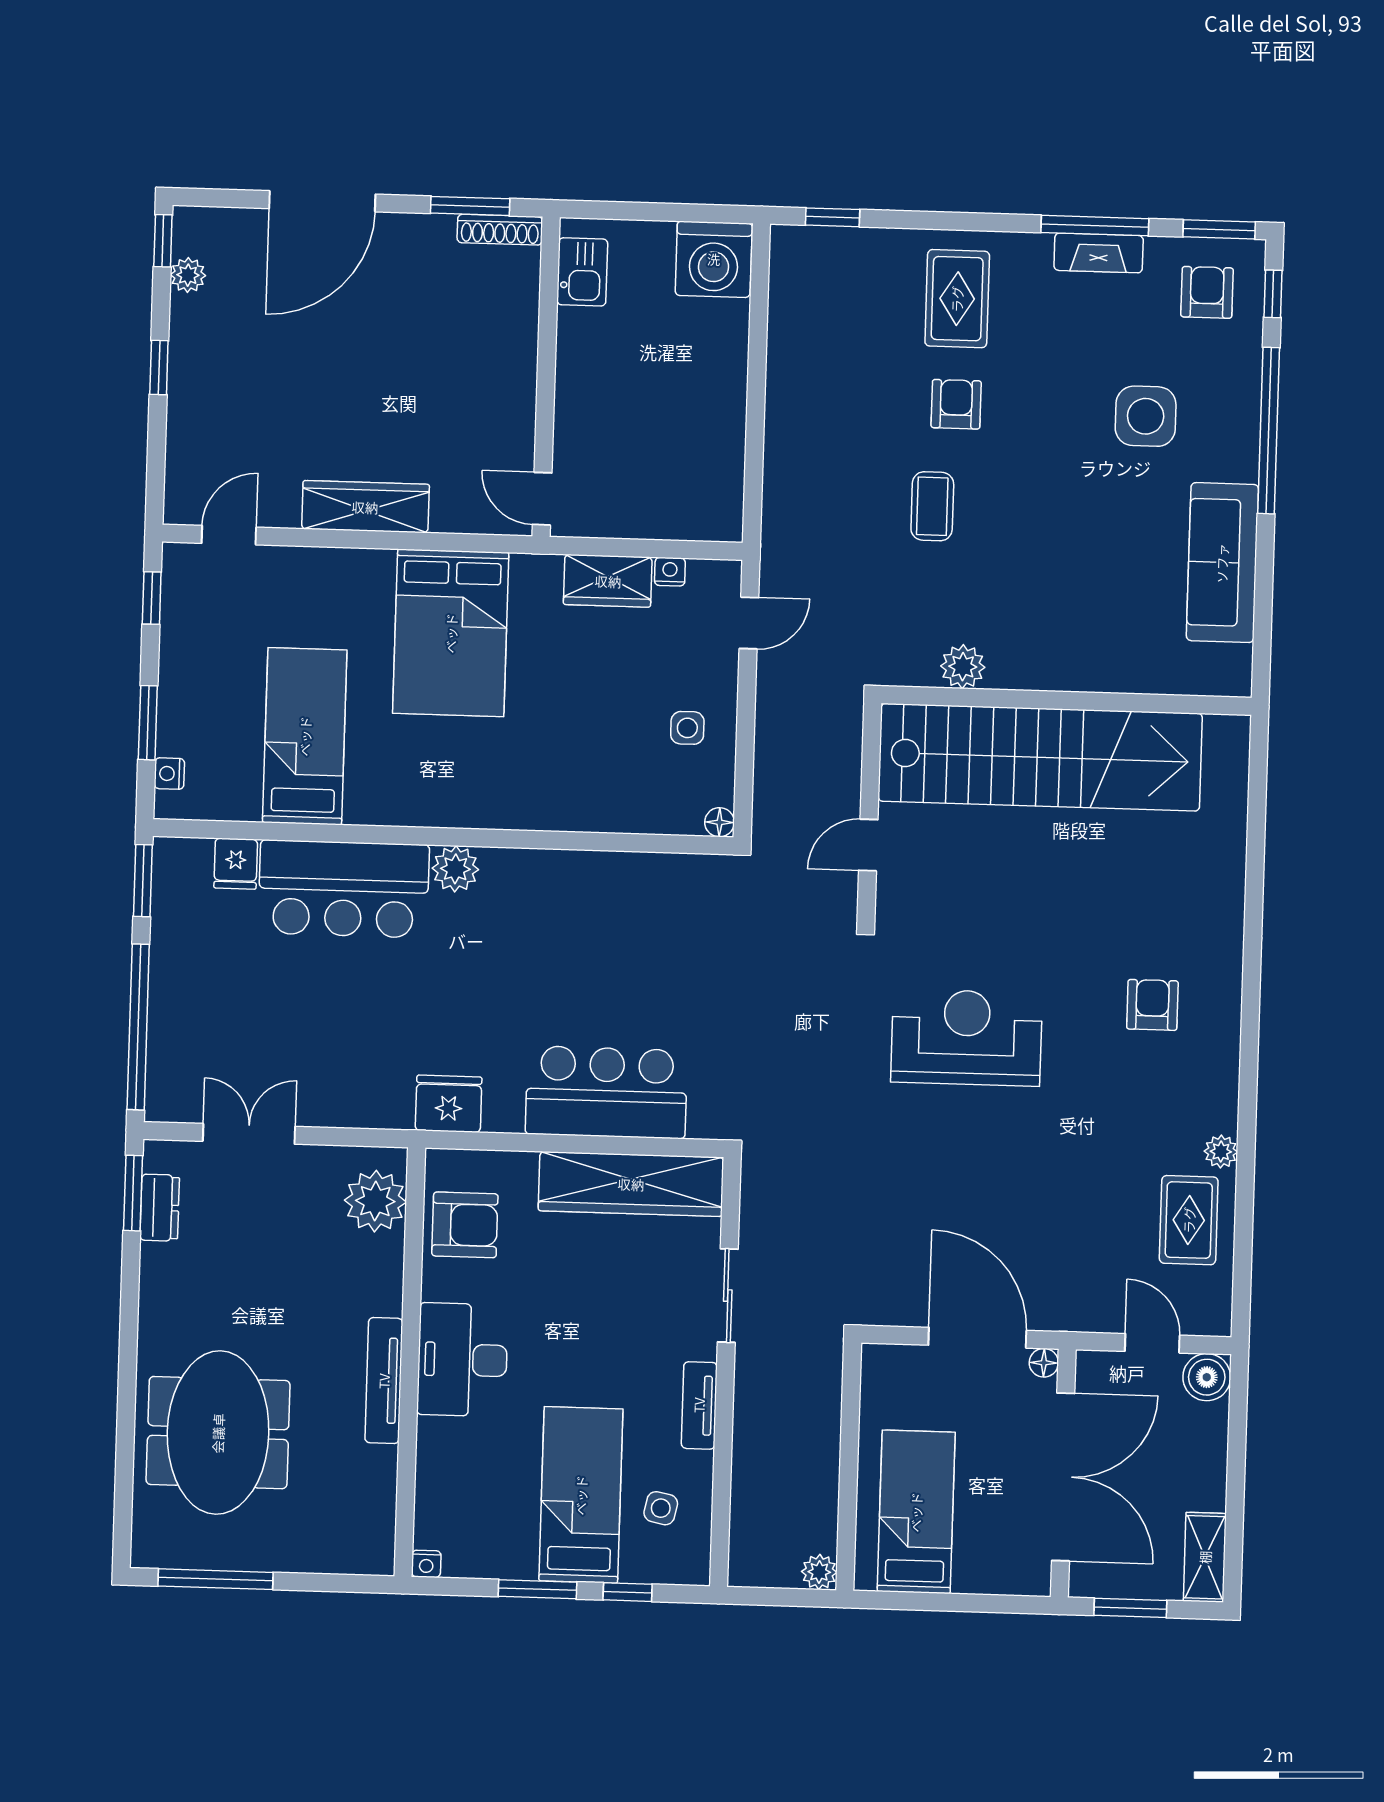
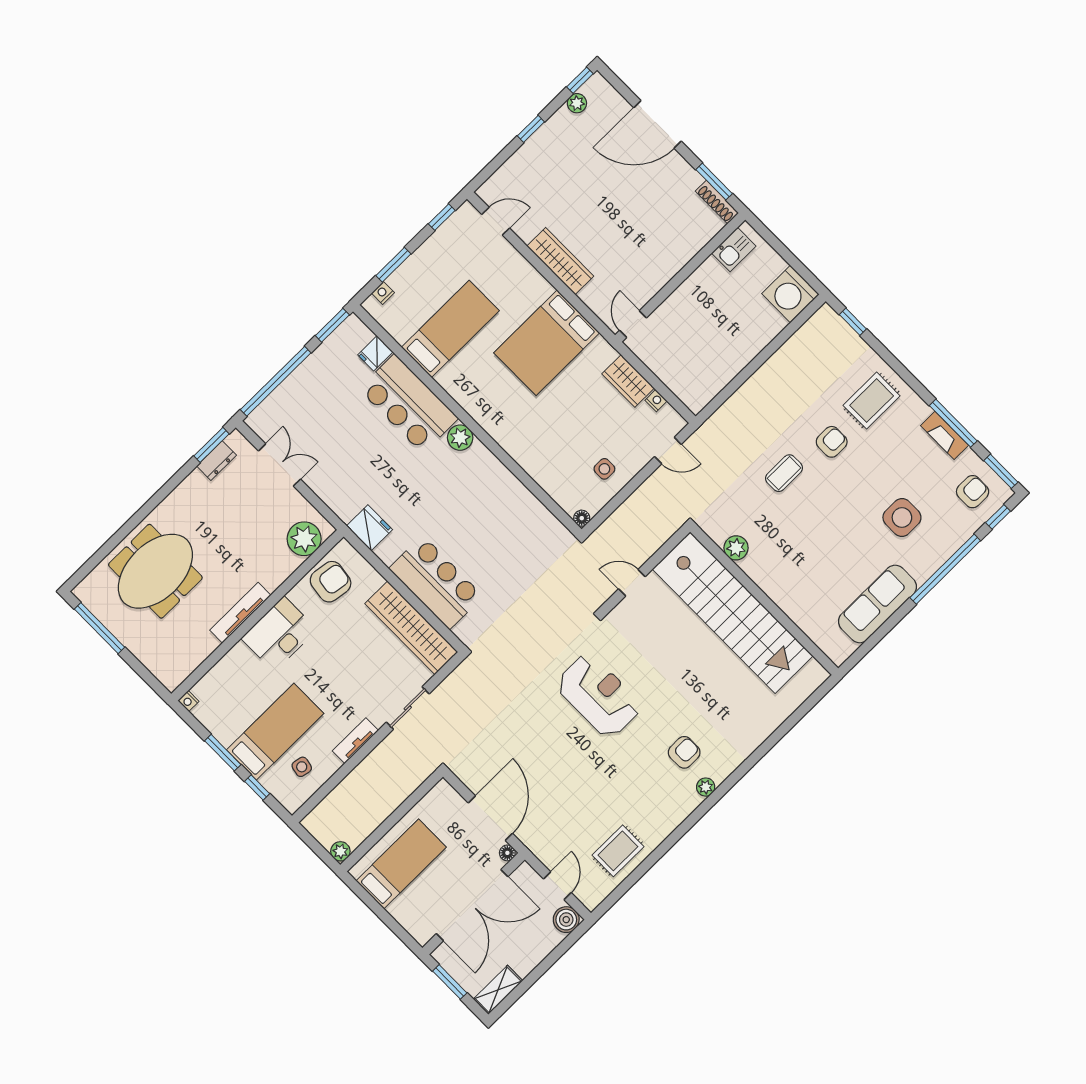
plant: (1221, 1152) -> (706, 787), moved
armchair: (465, 1225) -> (331, 582), turned -82

